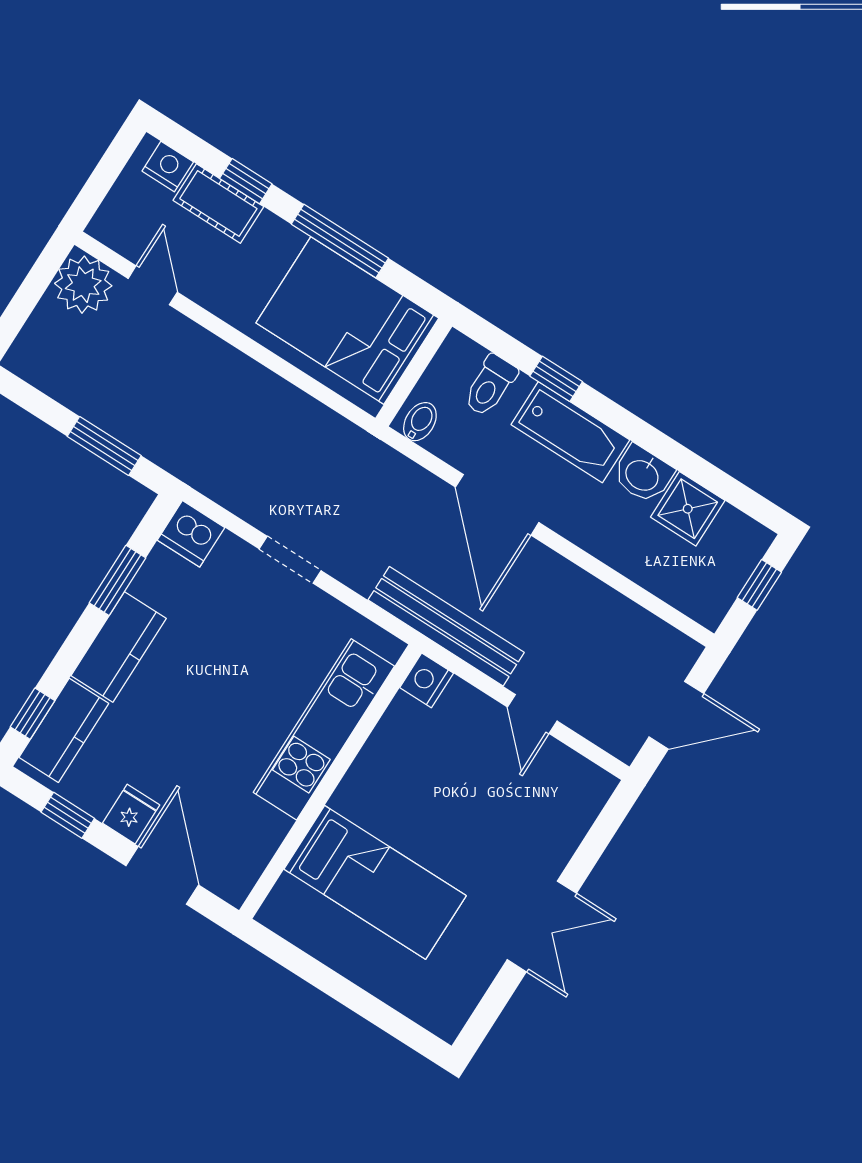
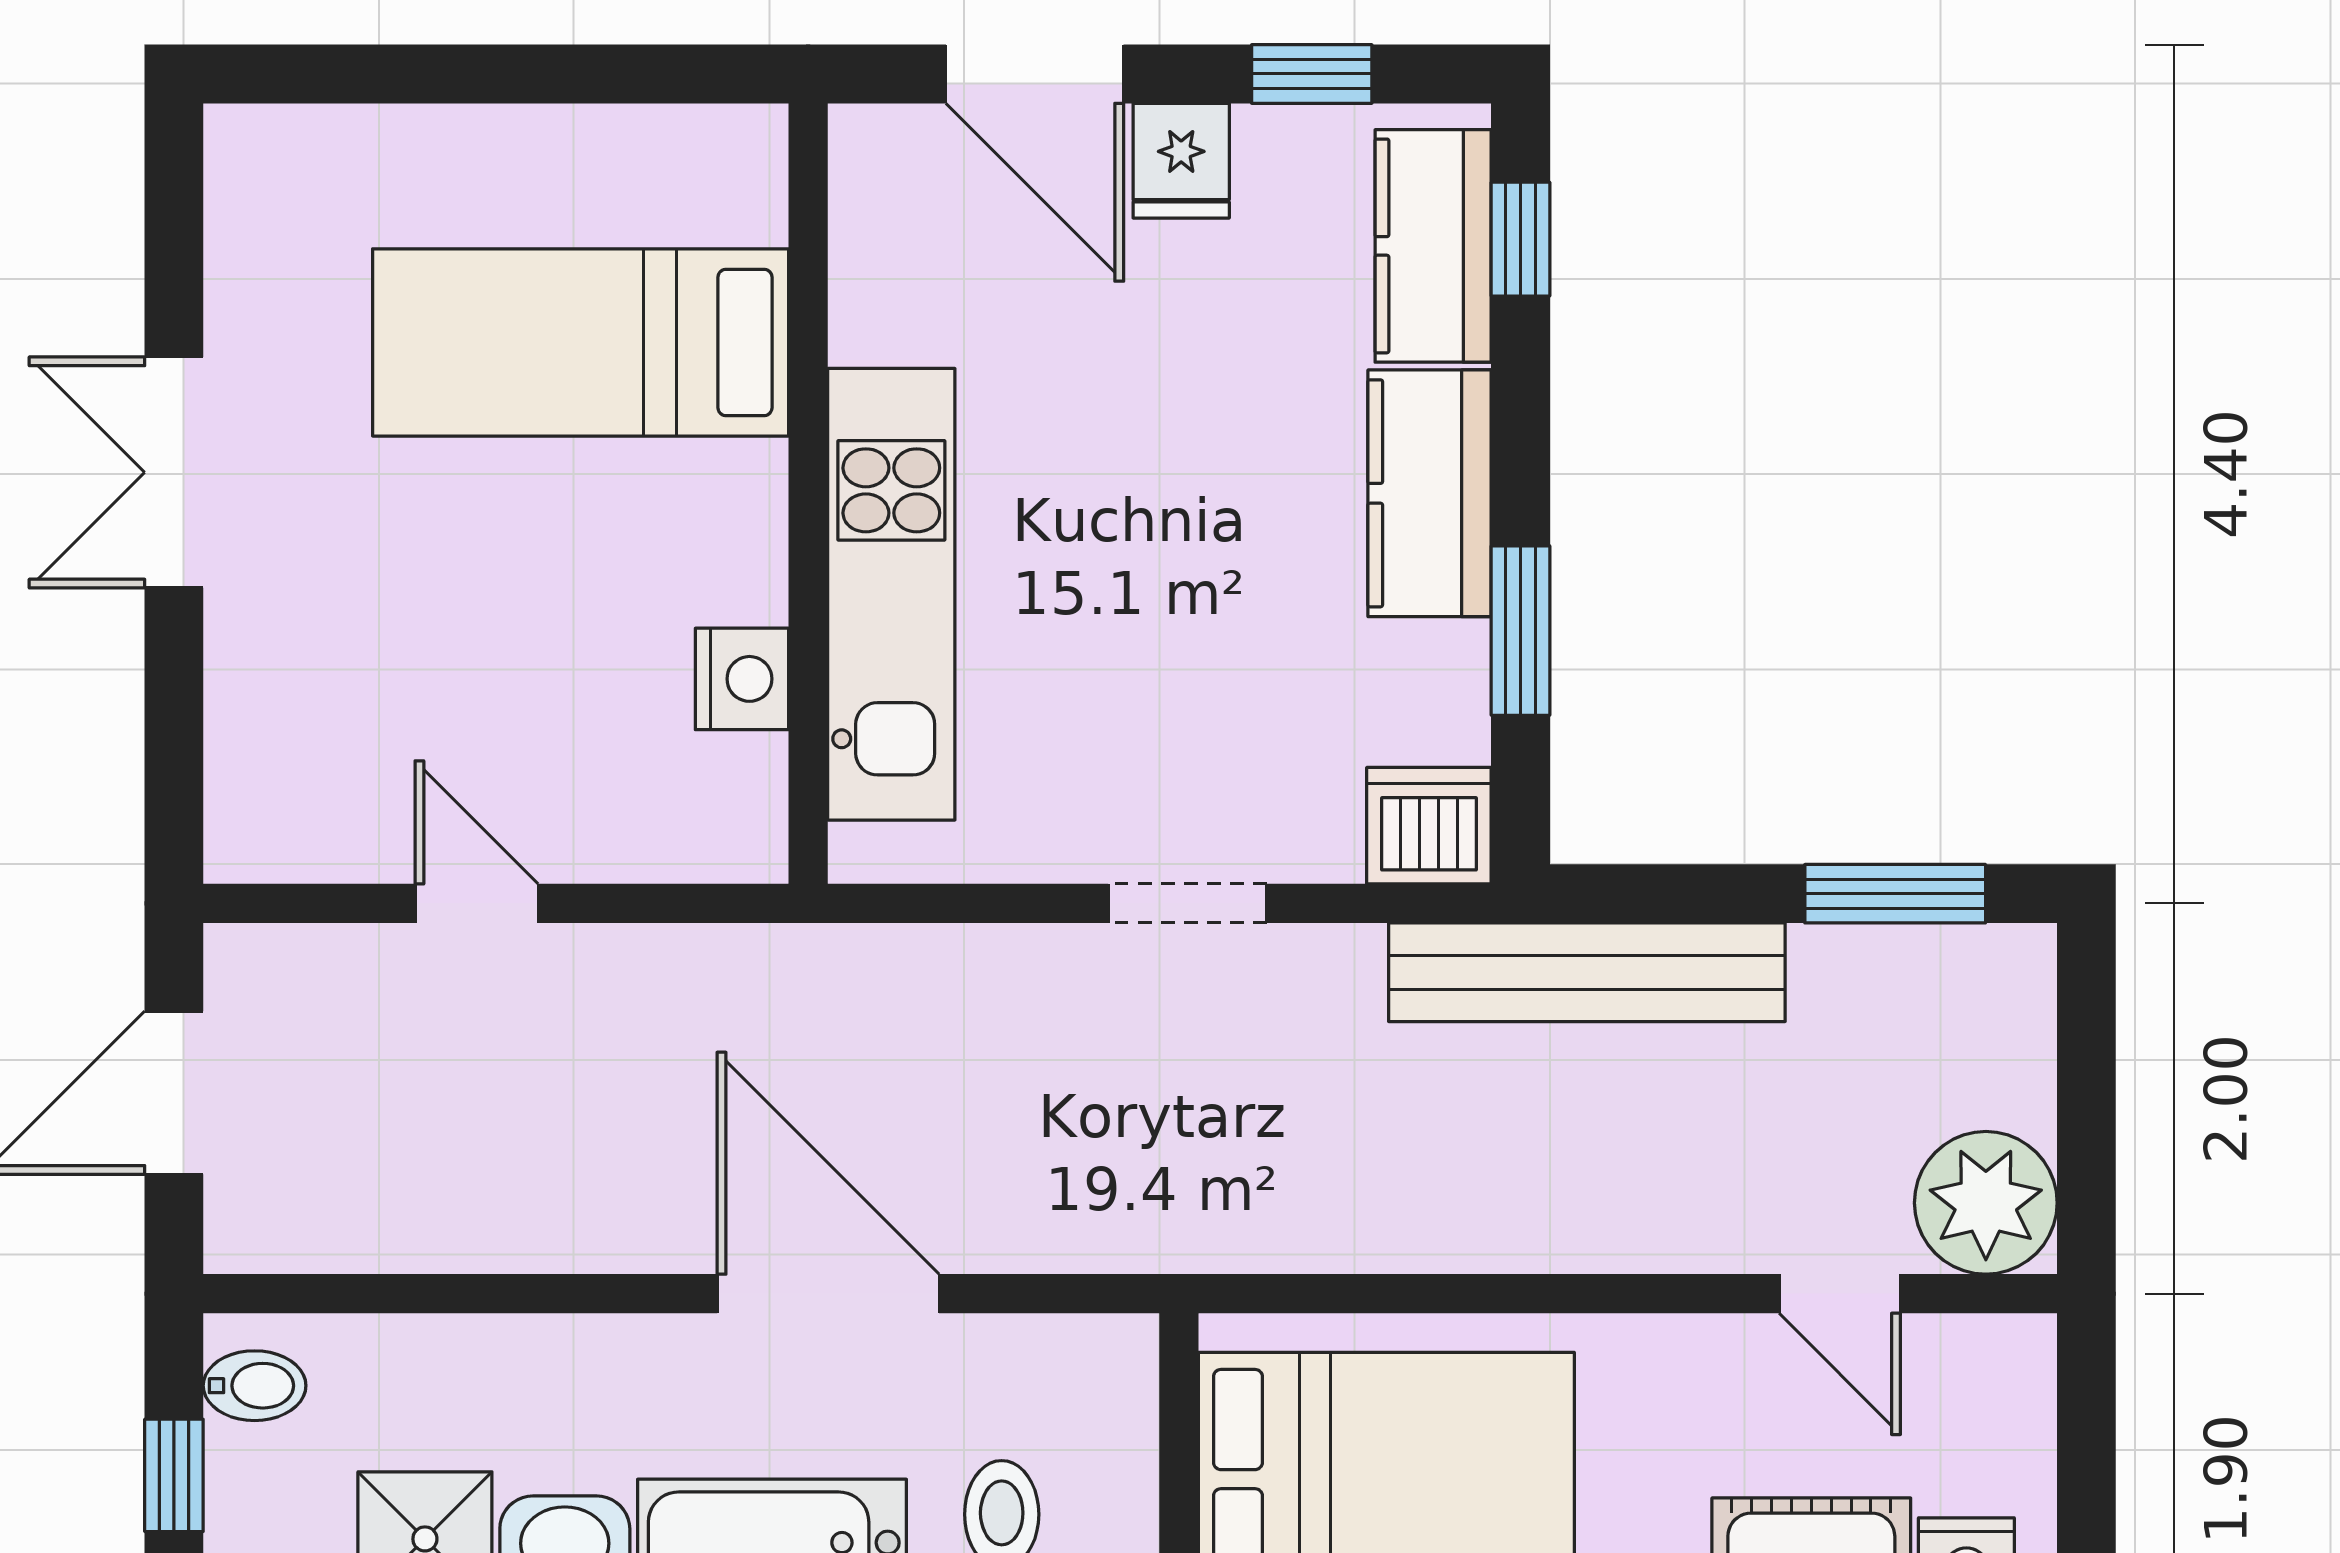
bidet: (420, 422) -> (255, 1386), moved, turned -90
window: (104, 446) -> (1895, 894), moved
bench: (446, 626) -> (1587, 972), moved
nightstand: (427, 680) -> (742, 679), moved

